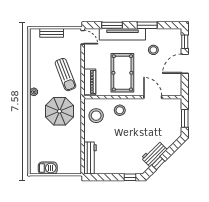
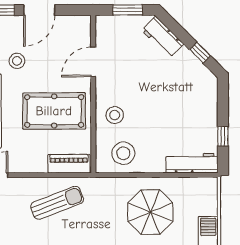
door: (185, 64) -> (39, 10), hinge flipped
parasol: (60, 111) -> (150, 212), moved
workbench: (154, 154) -> (163, 37), moved
window: (130, 177) -> (223, 136), moved

